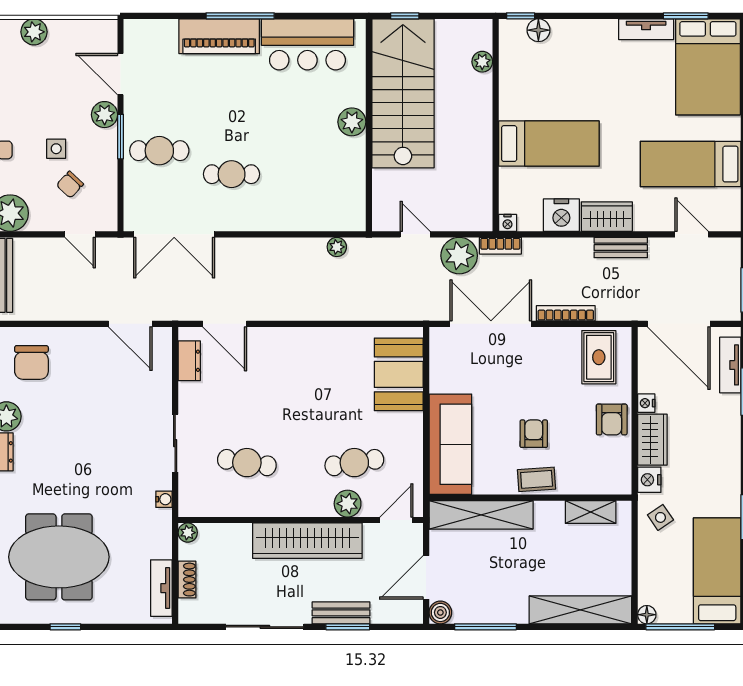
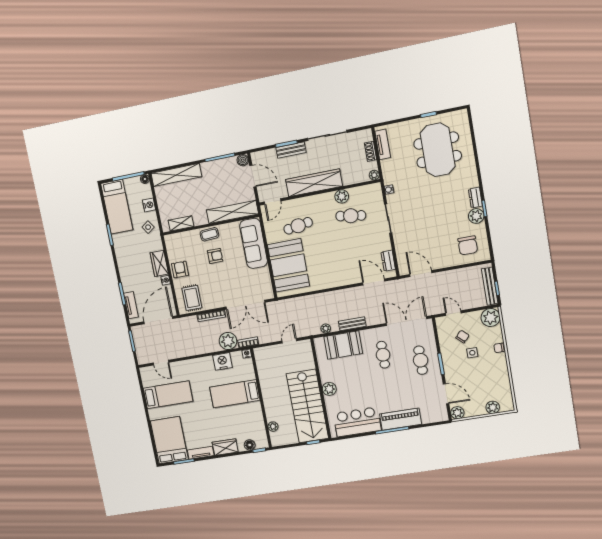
plant: (105, 115) -> (457, 413), moved
cafe table: (159, 151) -> (421, 360), turned 90
cafe table: (232, 174) -> (383, 355), turned 90
booth: (308, 207) -> (343, 345), added
wardrobe: (607, 217) -> (225, 447), moved, turned 180
door: (415, 234) -> (289, 341), swing flipped
bench: (621, 248) -> (352, 324), moved
plant: (459, 256) -> (228, 341), moved
door: (679, 324) -> (158, 320), hinge flipped
chair: (31, 362) -> (468, 245), turned 180
booth: (399, 374) -> (288, 265), width x1.36, depth x1.42
armchair: (534, 434) -> (215, 256), turned -90
nightstand: (649, 480) -> (149, 205), moved
plant: (348, 504) -> (342, 196), moved
meeting table: (59, 557) -> (438, 150), turned 90
door: (426, 577) -> (253, 176), hinge flipped

